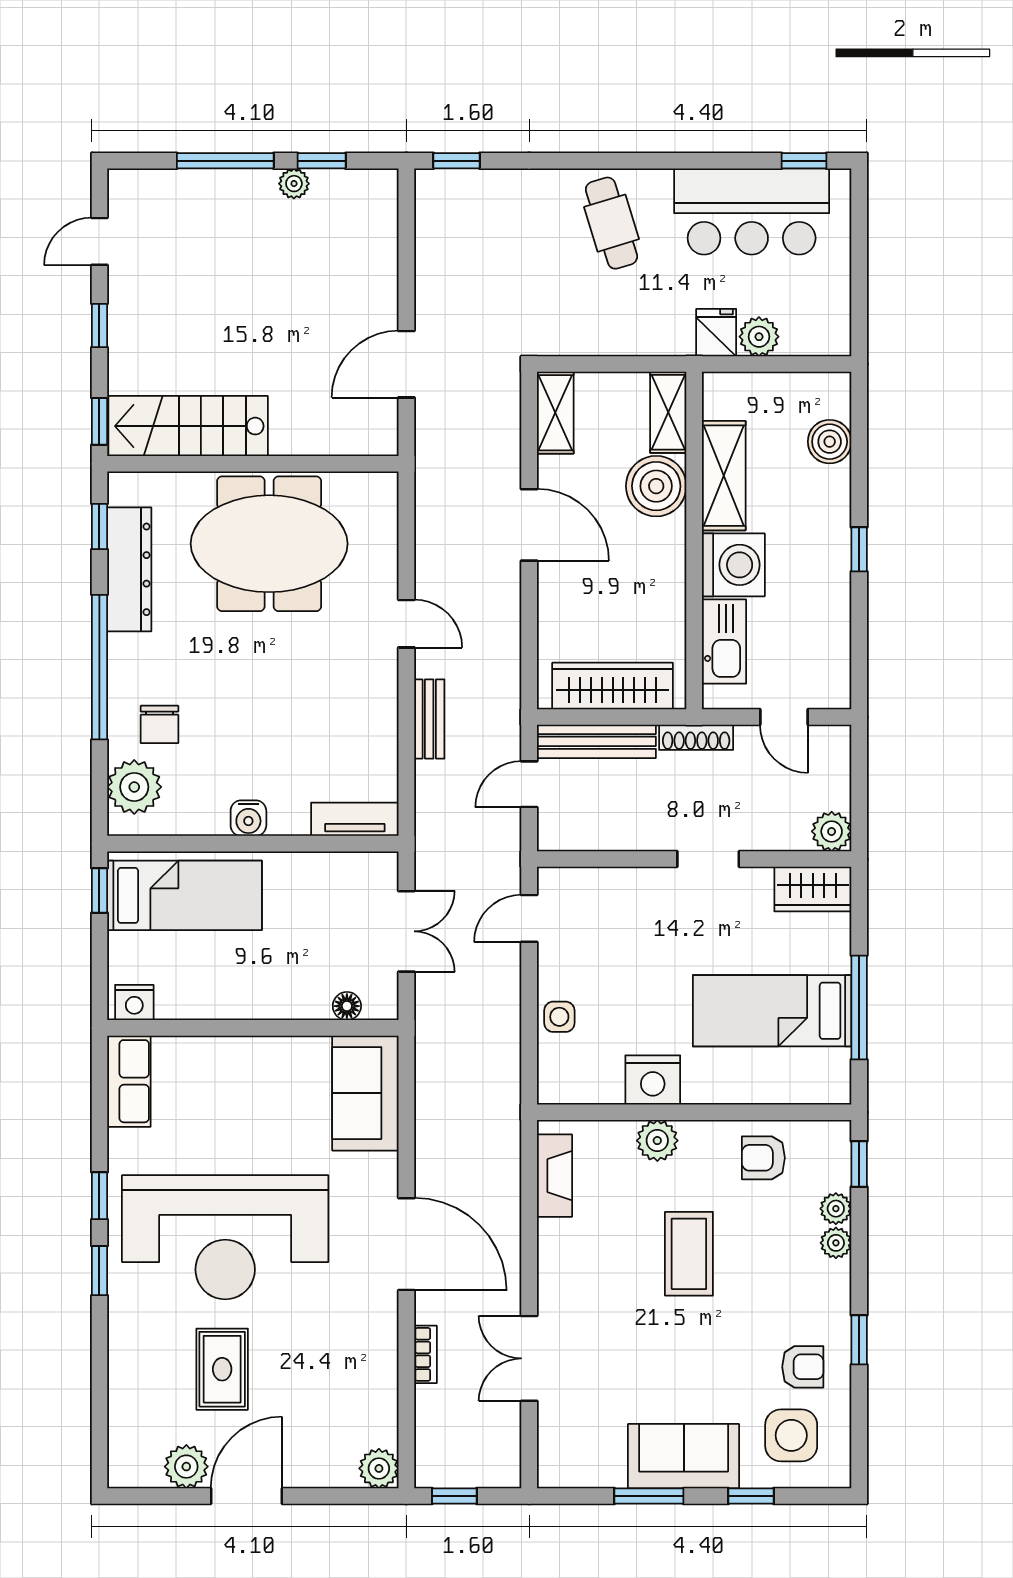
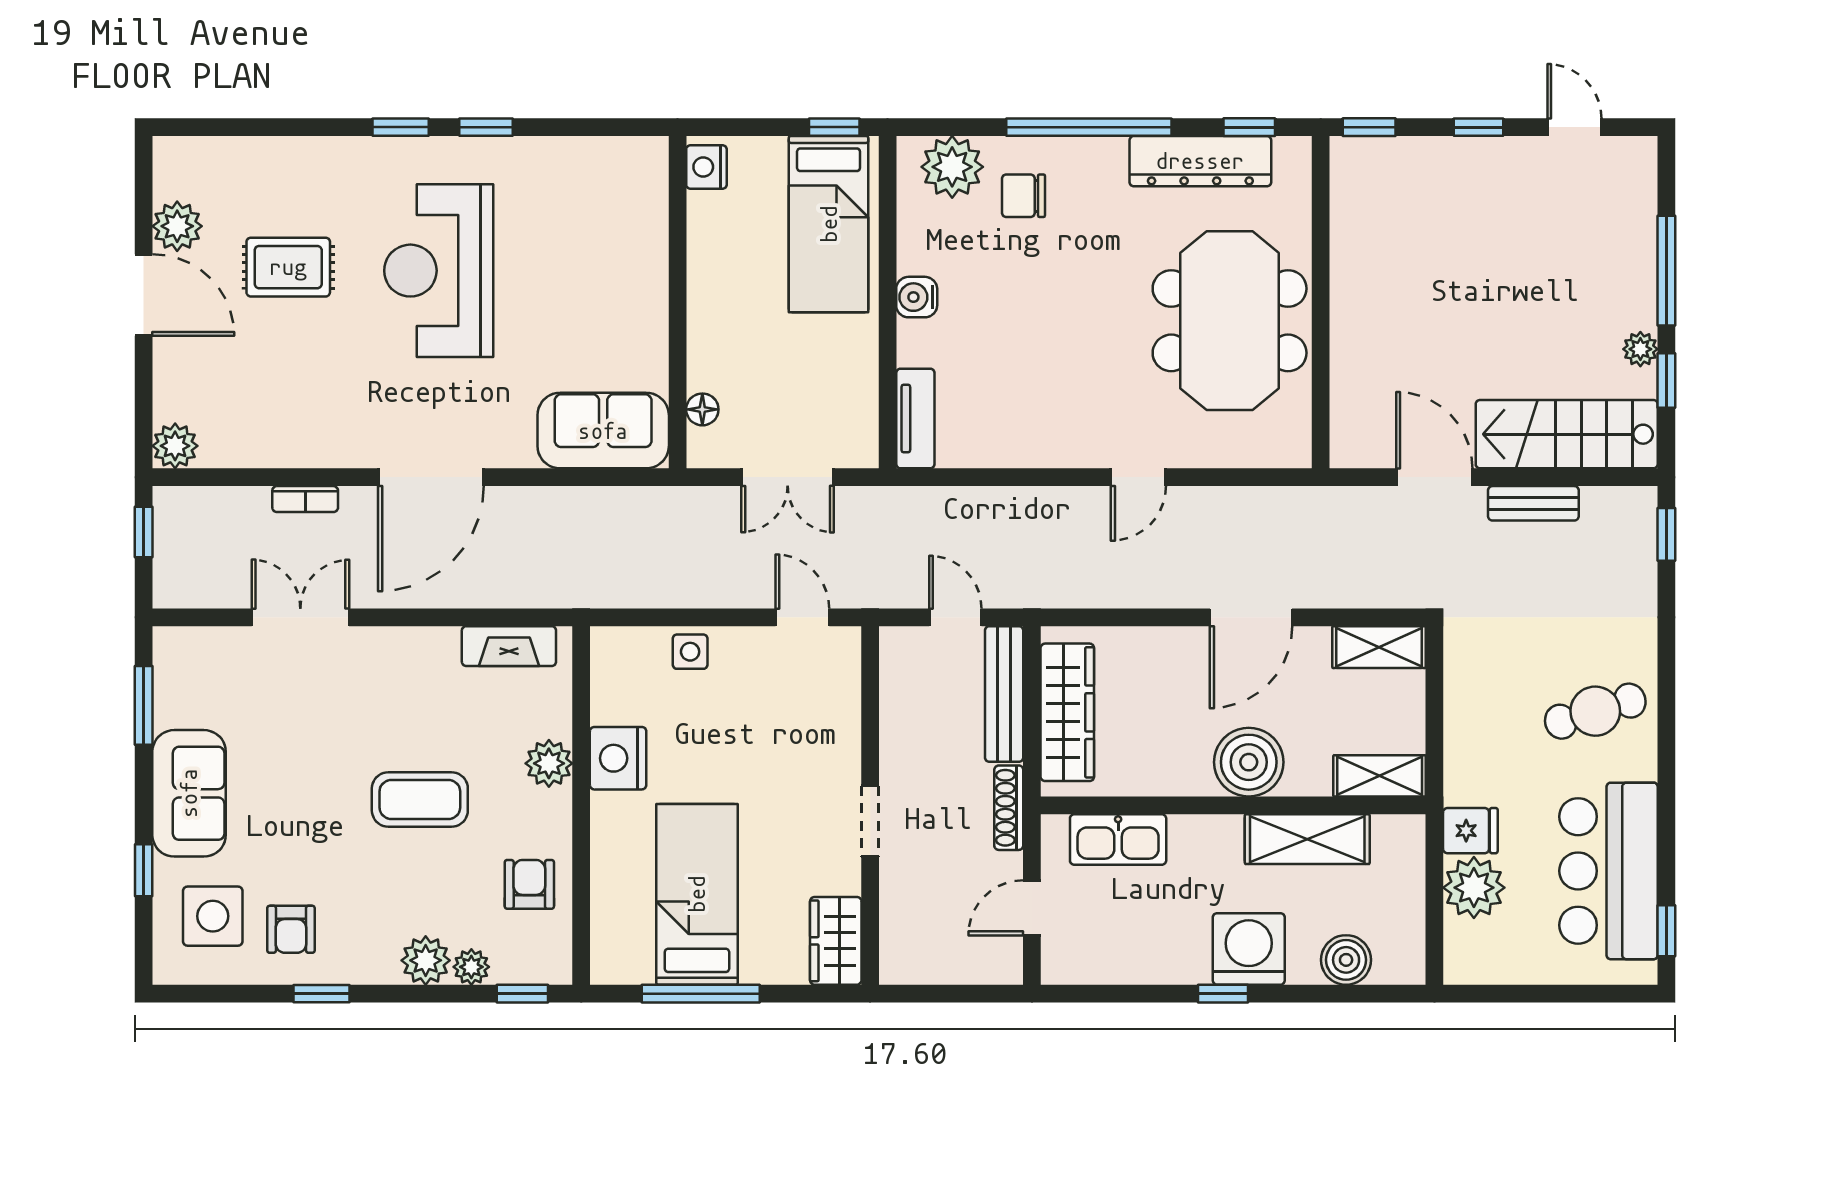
plant: (759, 337) -> (1474, 888), width x1.36, depth x1.36
stairs: (188, 426) -> (1567, 434), moved, turned -90
boiler: (656, 486) -> (1249, 762), moved
washing machine: (733, 565) -> (1249, 949), moved, turned 180
bench: (429, 719) -> (1533, 503), moved
plant: (832, 831) -> (901, 962), removed
row of seats: (129, 1081) -> (617, 161), removed
reception desk: (225, 1237) -> (439, 271), width x0.74, depth x0.77
plant: (836, 1243) -> (426, 960), width x1.38, depth x1.38
window: (649, 1496) -> (144, 705), moved

